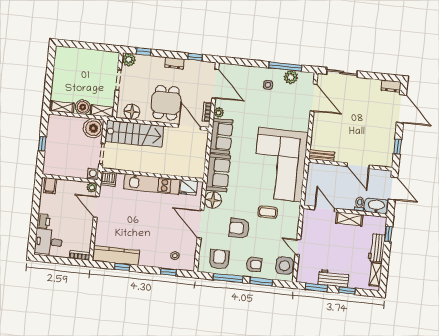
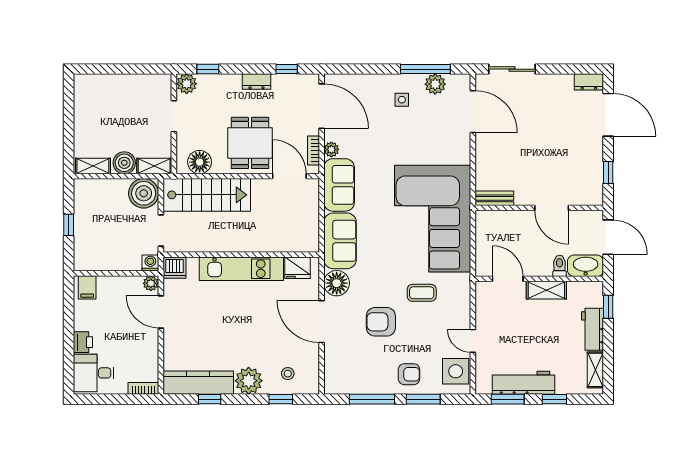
plant: (149, 258) -> (249, 381), added
armchair: (219, 259) -> (355, 372), removed
workbench: (333, 278) -> (523, 383), width x1.38

